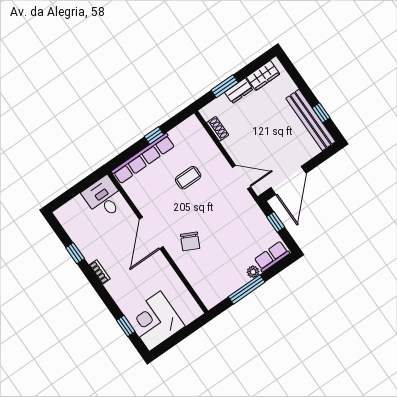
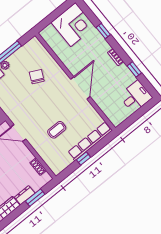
desk: (104, 198) -> (136, 97), moved, turned -90
chair: (190, 241) -> (37, 77), moved
window: (126, 326) -> (103, 31), moved

